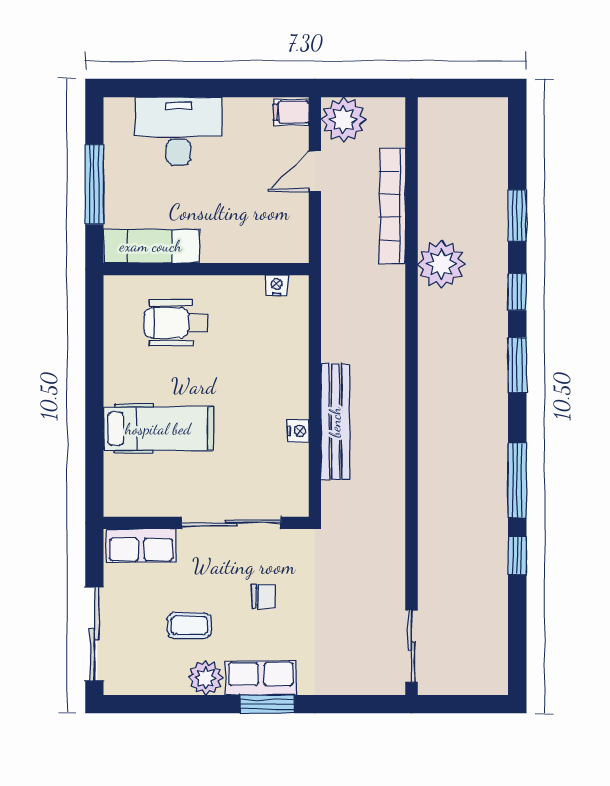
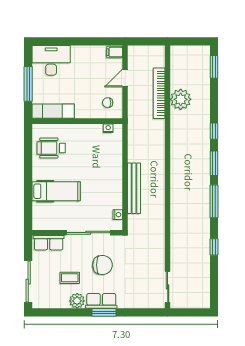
plant: (343, 120) -> (138, 55), removed
desk: (178, 131) -> (51, 60), moved
window: (517, 215) -> (214, 67), moved
chair: (275, 227) -> (108, 103), added
plant: (441, 264) -> (181, 99), moved
wheelchair: (176, 323) -> (51, 148), moved
nightstand: (298, 431) -> (118, 215), moved
window: (517, 480) -> (214, 201), moved
chair: (264, 596) -> (102, 265), width x1.87, depth x1.87

